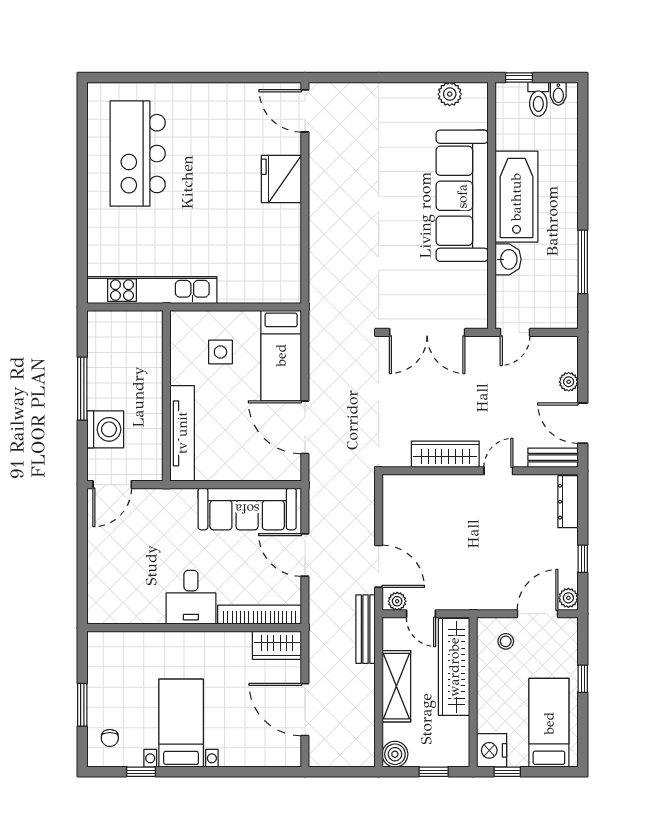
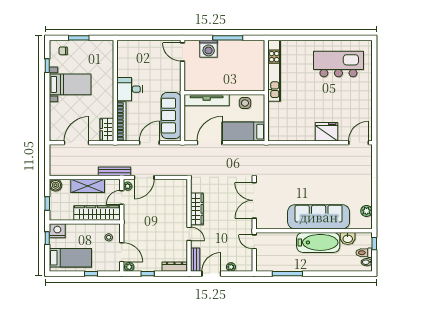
washbasin: (508, 259) -> (348, 238), moved
wall: (166, 396) -> (224, 93), moved
tv unit: (182, 433) -> (207, 100), moved

